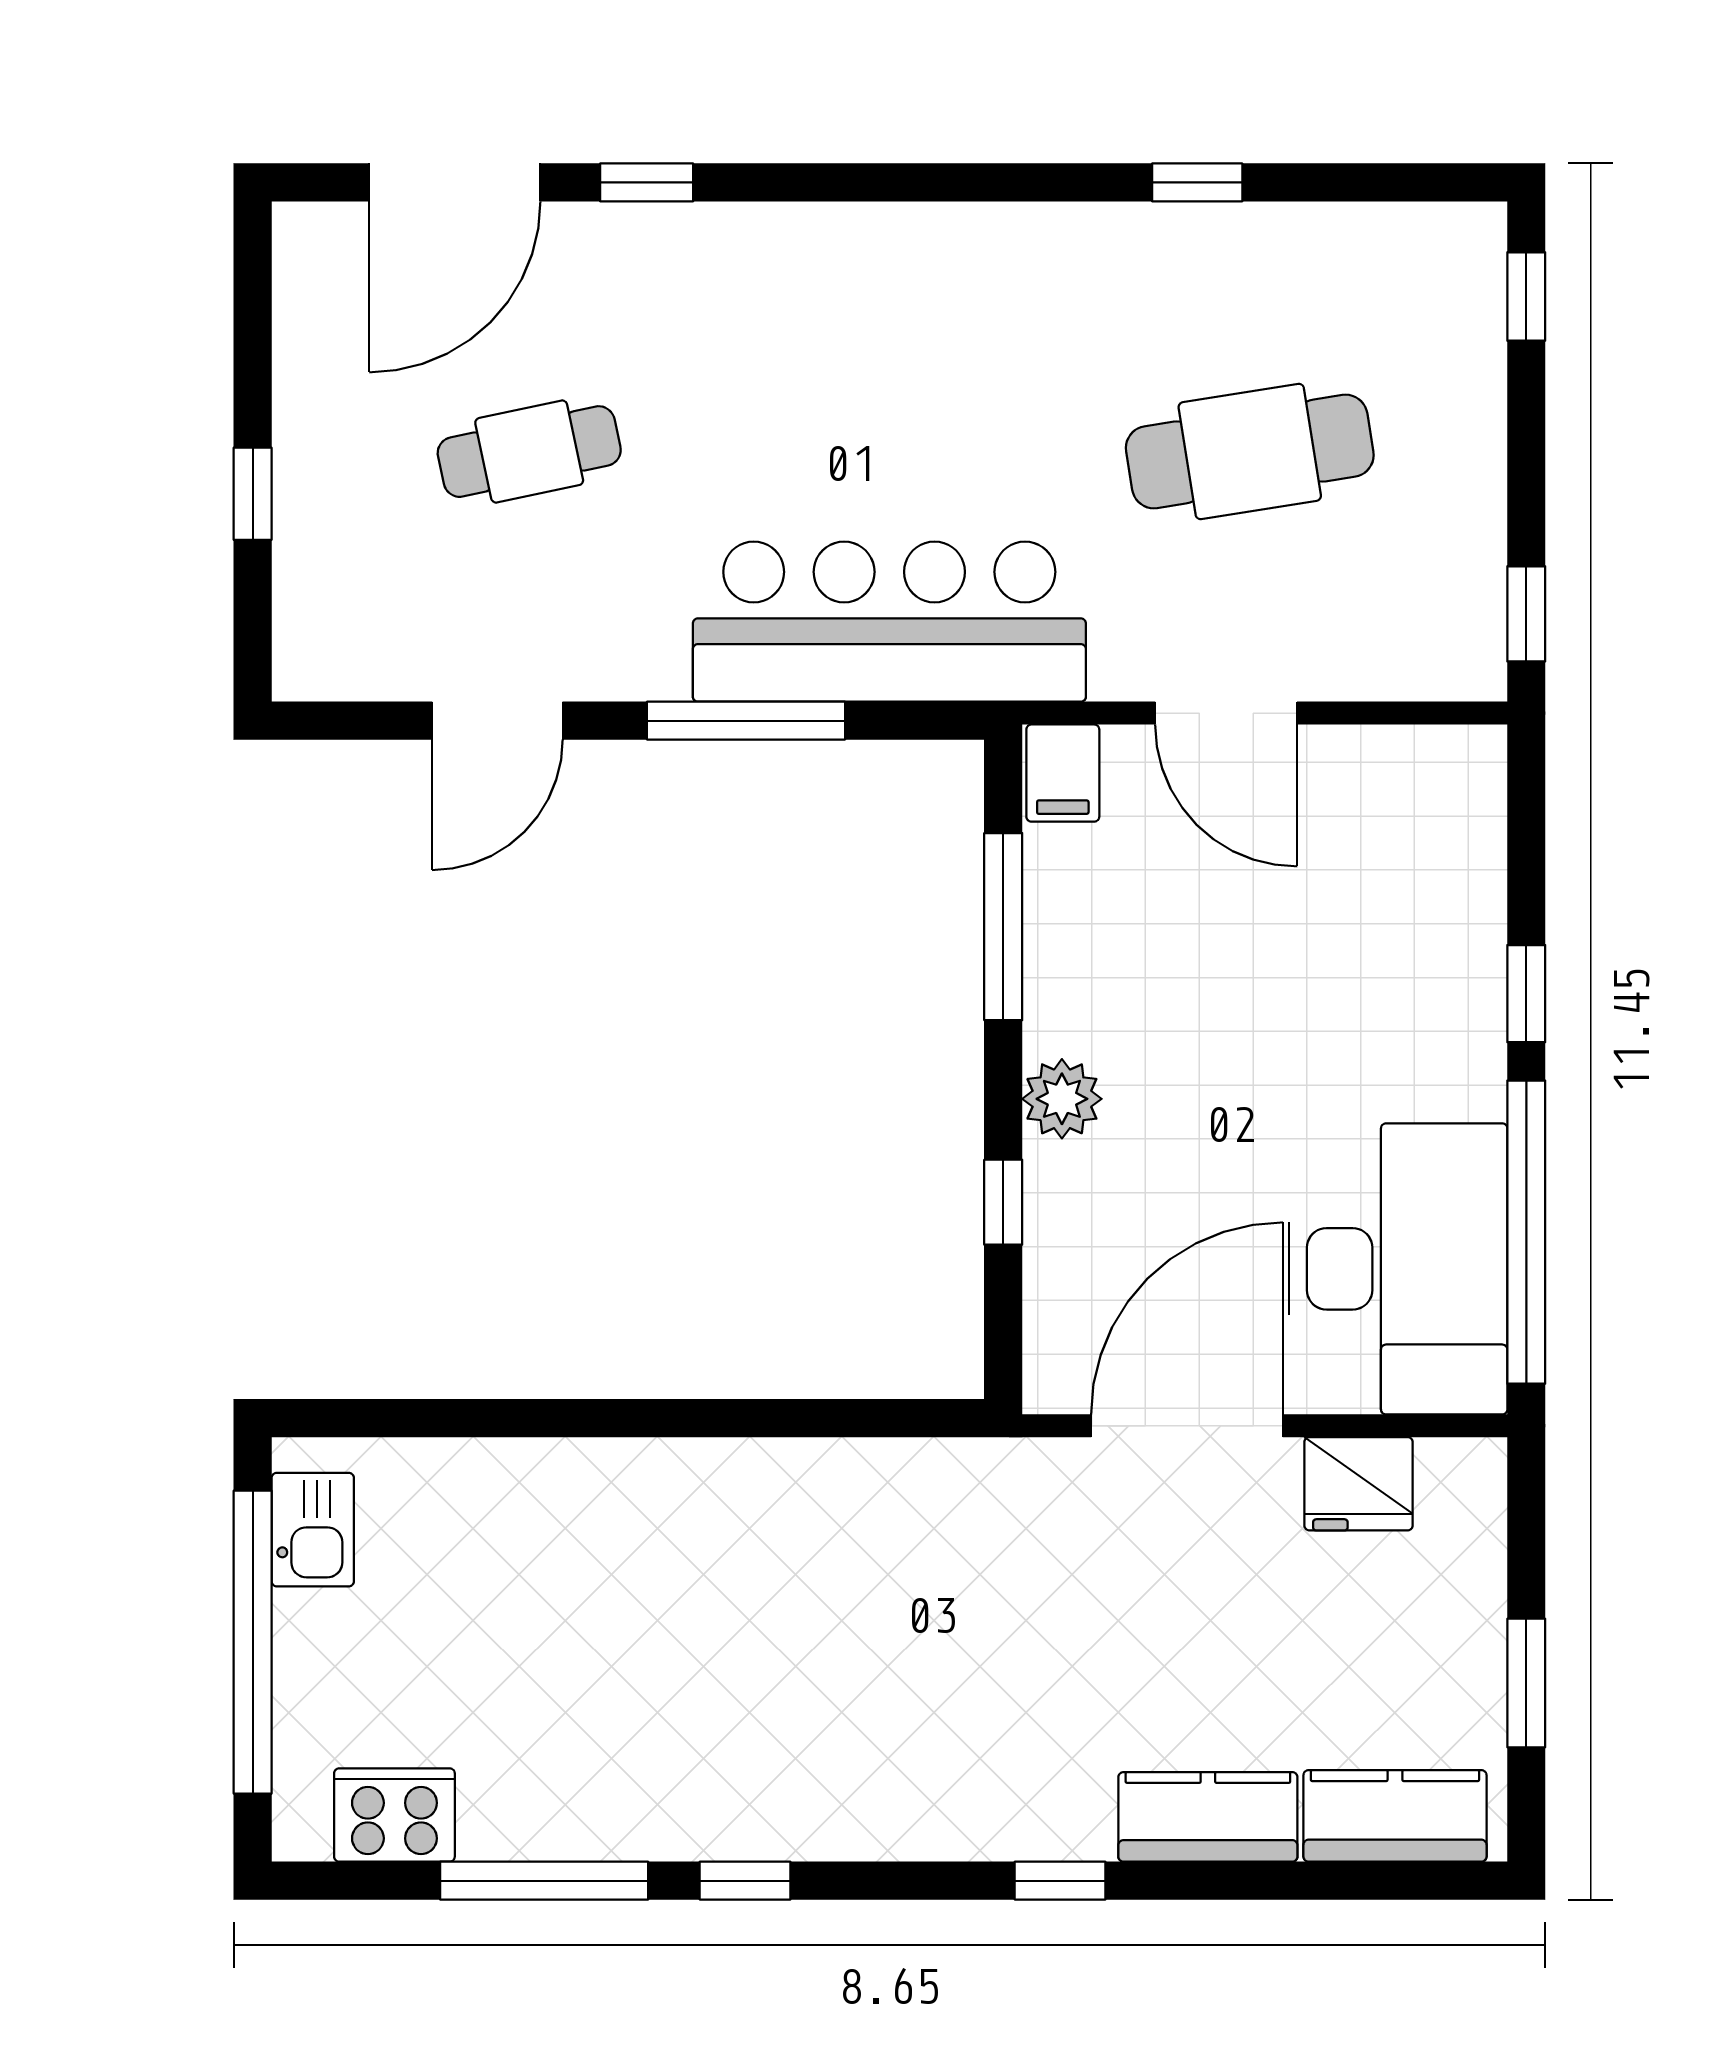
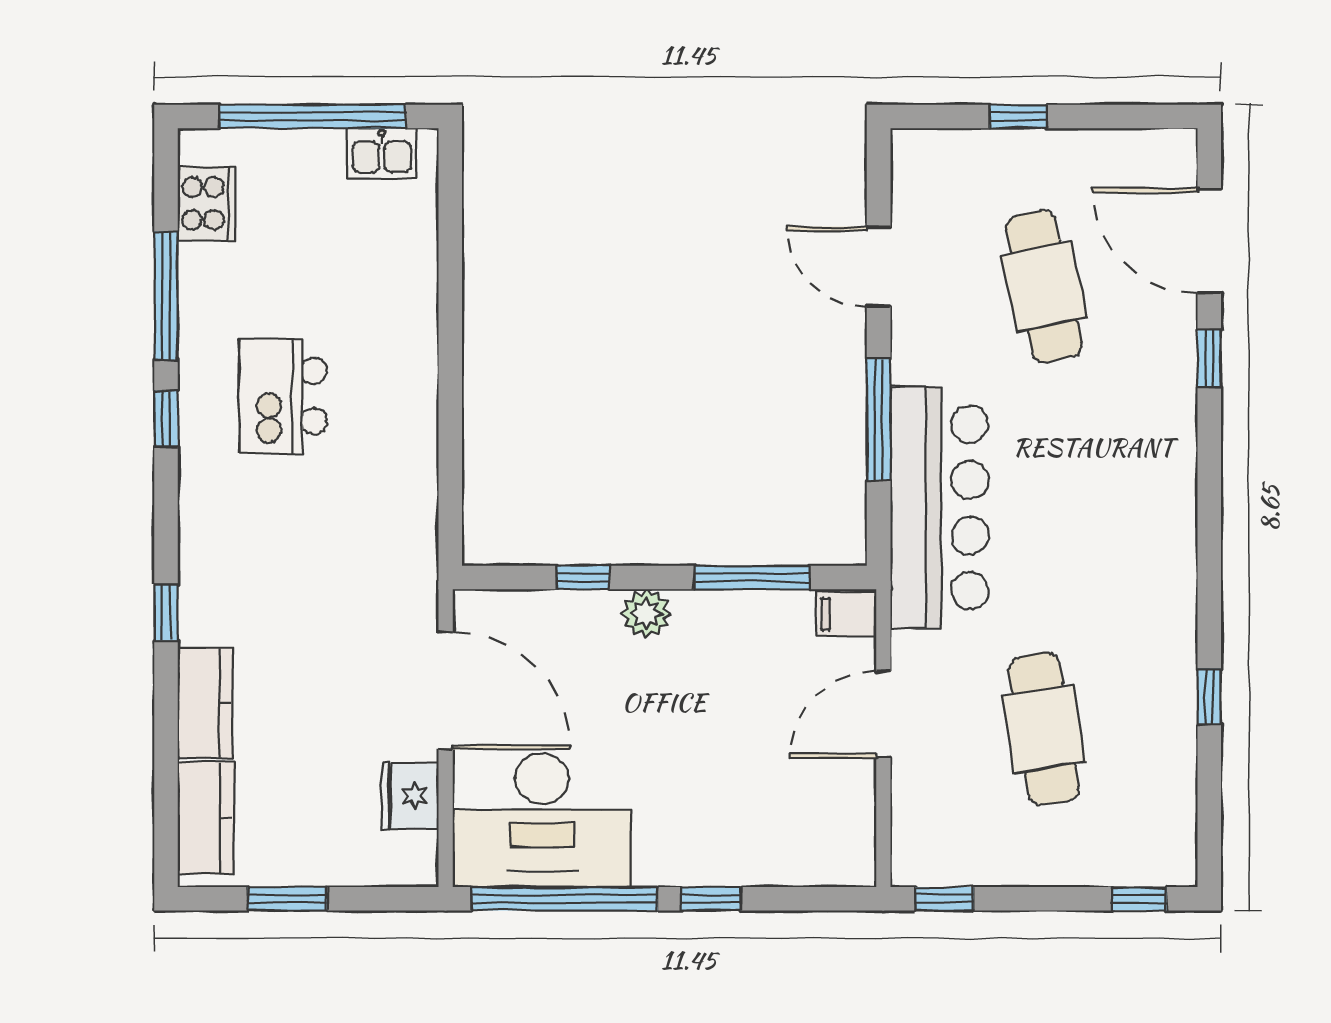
cafe table: (529, 452) -> (1044, 286), width x1.37, depth x1.35
kitchen island: (708, 1690) -> (283, 396), added

